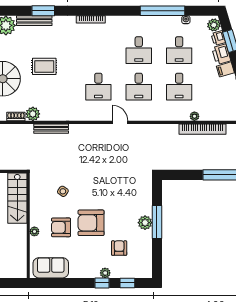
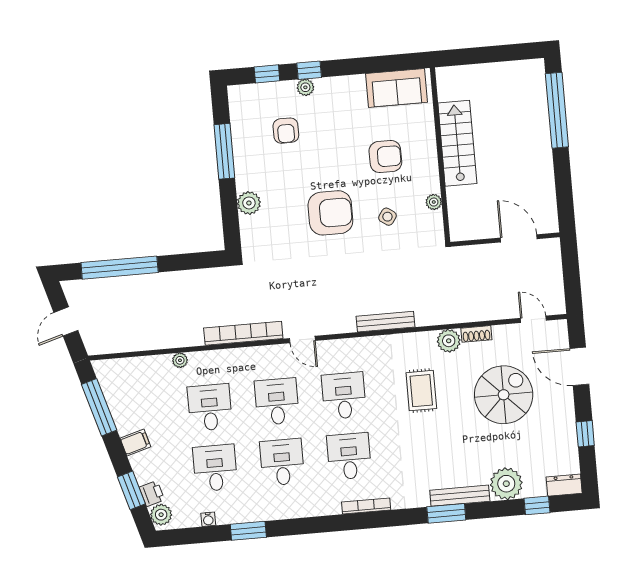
window: (162, 11) -> (248, 531), width x0.47
desk: (98, 50) -> (349, 456), added
printer: (221, 54) -> (144, 467), removed
rug: (44, 66) -> (421, 391), moved, turned 90
bench: (51, 129) -> (386, 322), moved
bookcase: (202, 129) -> (243, 333), moved
stairs: (17, 198) -> (457, 143), moved
window: (157, 222) -> (224, 151), moved
armchair: (91, 223) -> (330, 213), moved
plant: (145, 223) -> (249, 203), moved
plant: (34, 231) -> (434, 202), moved

